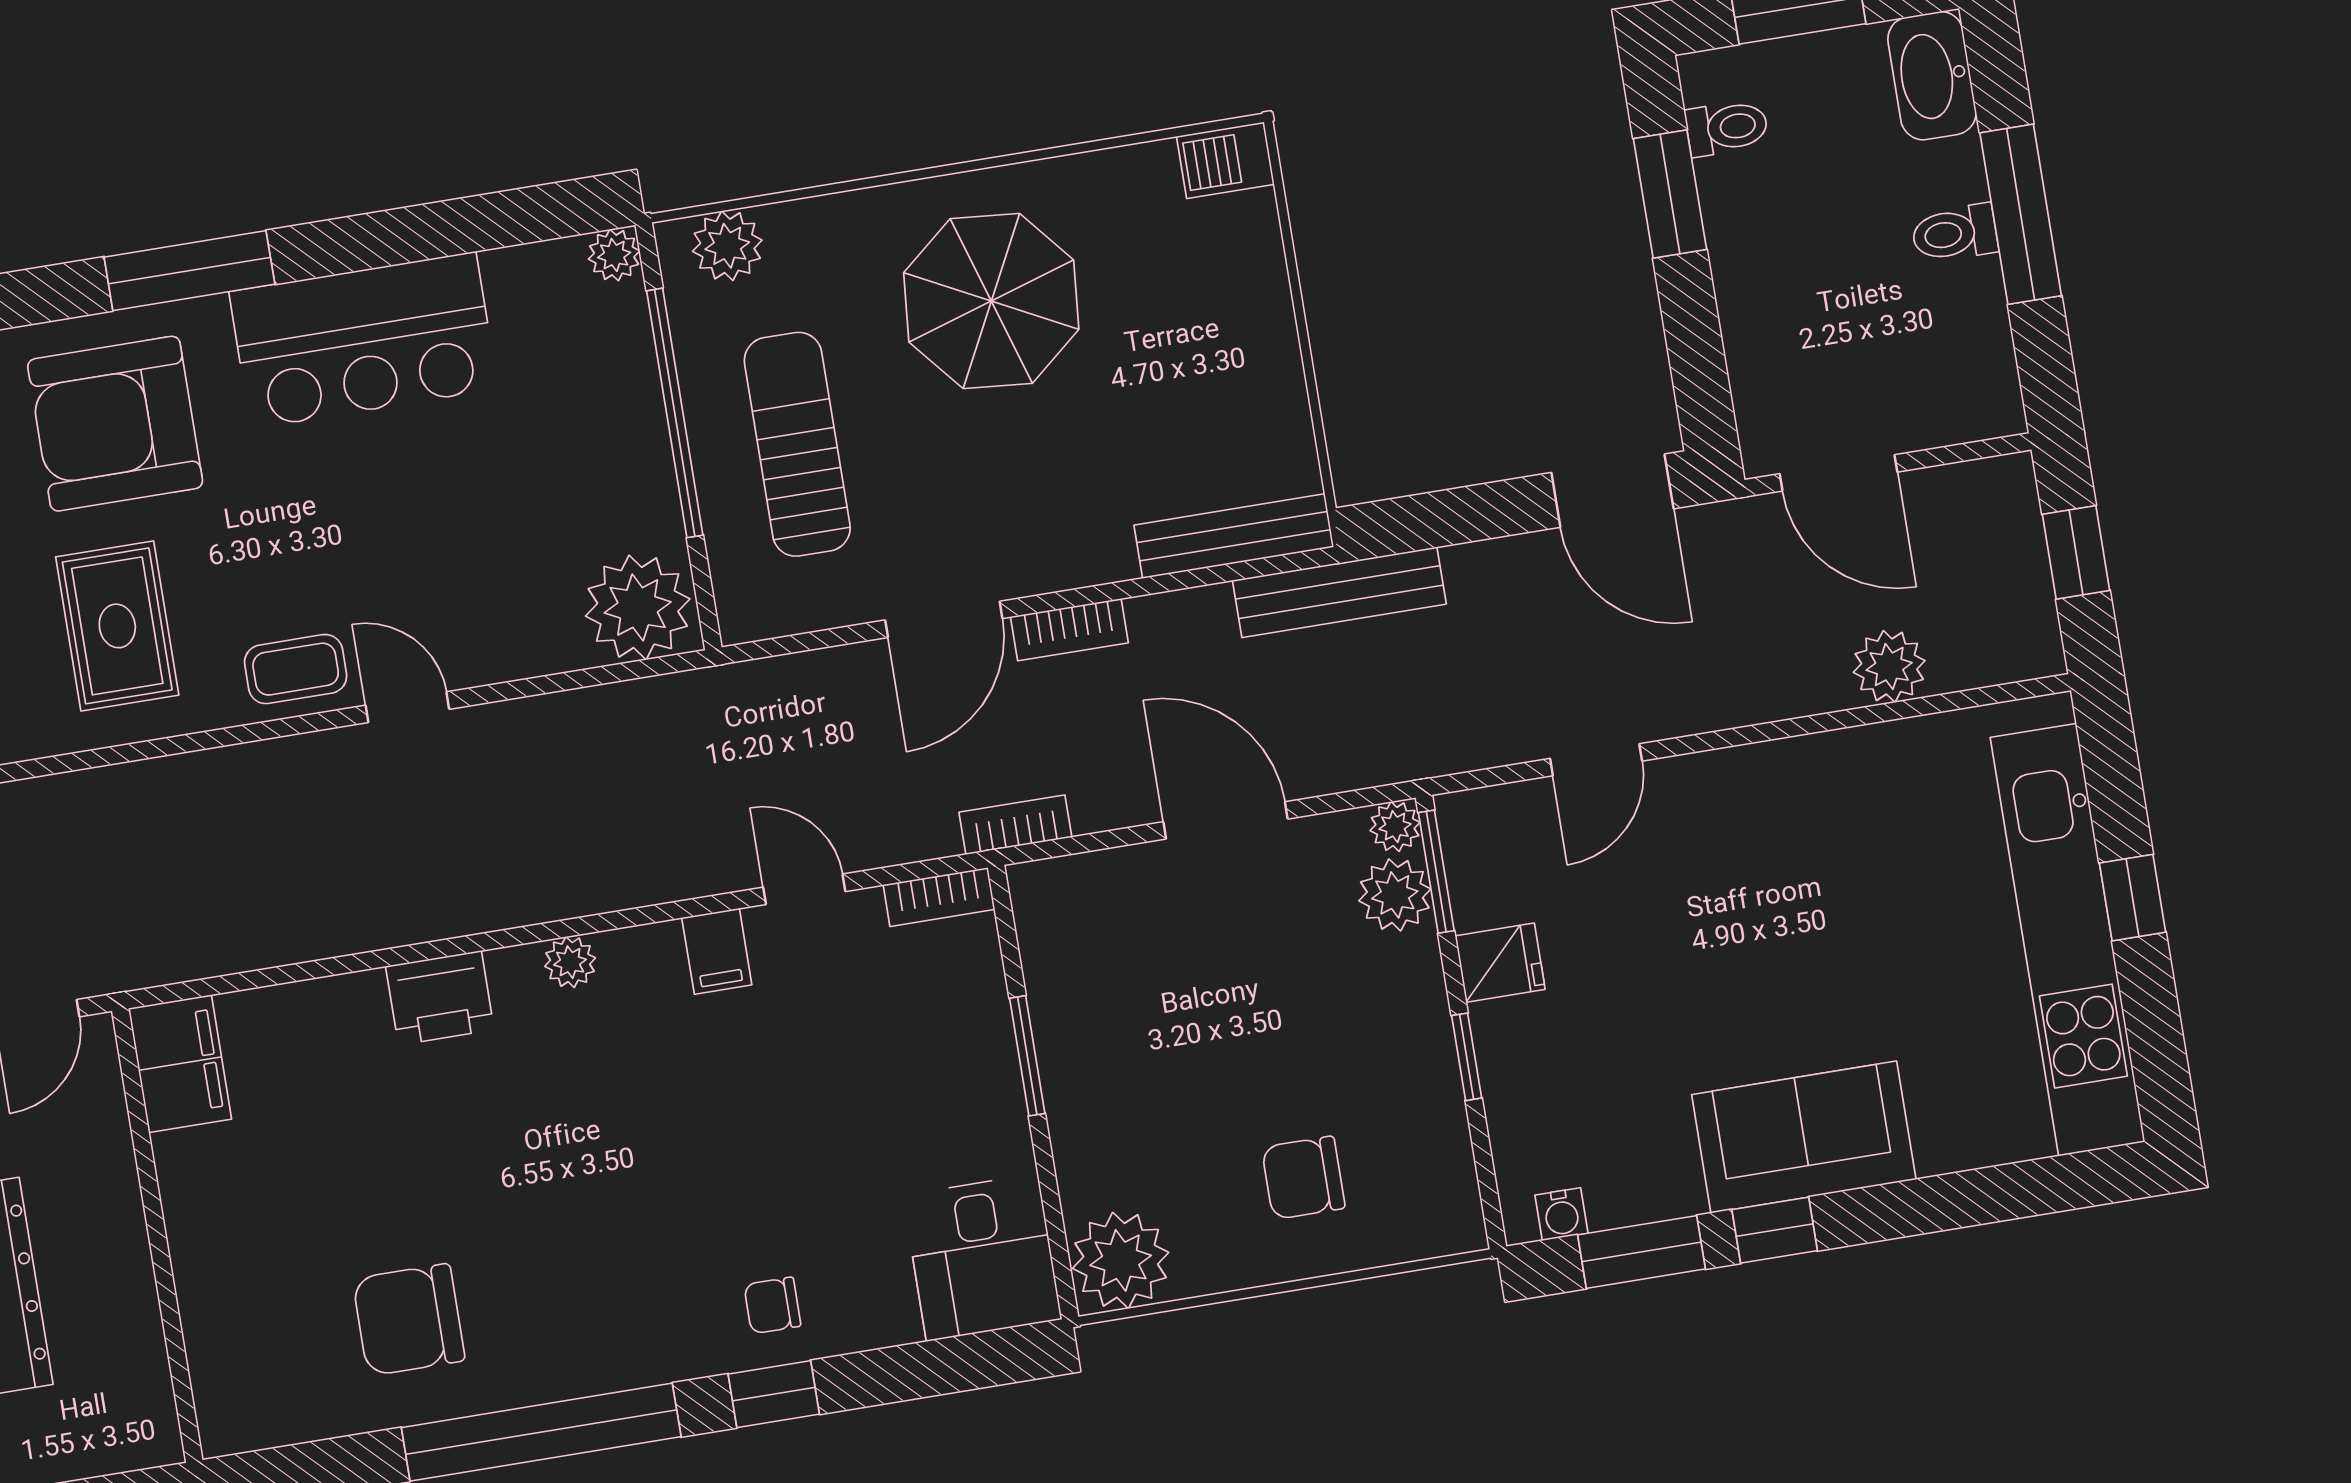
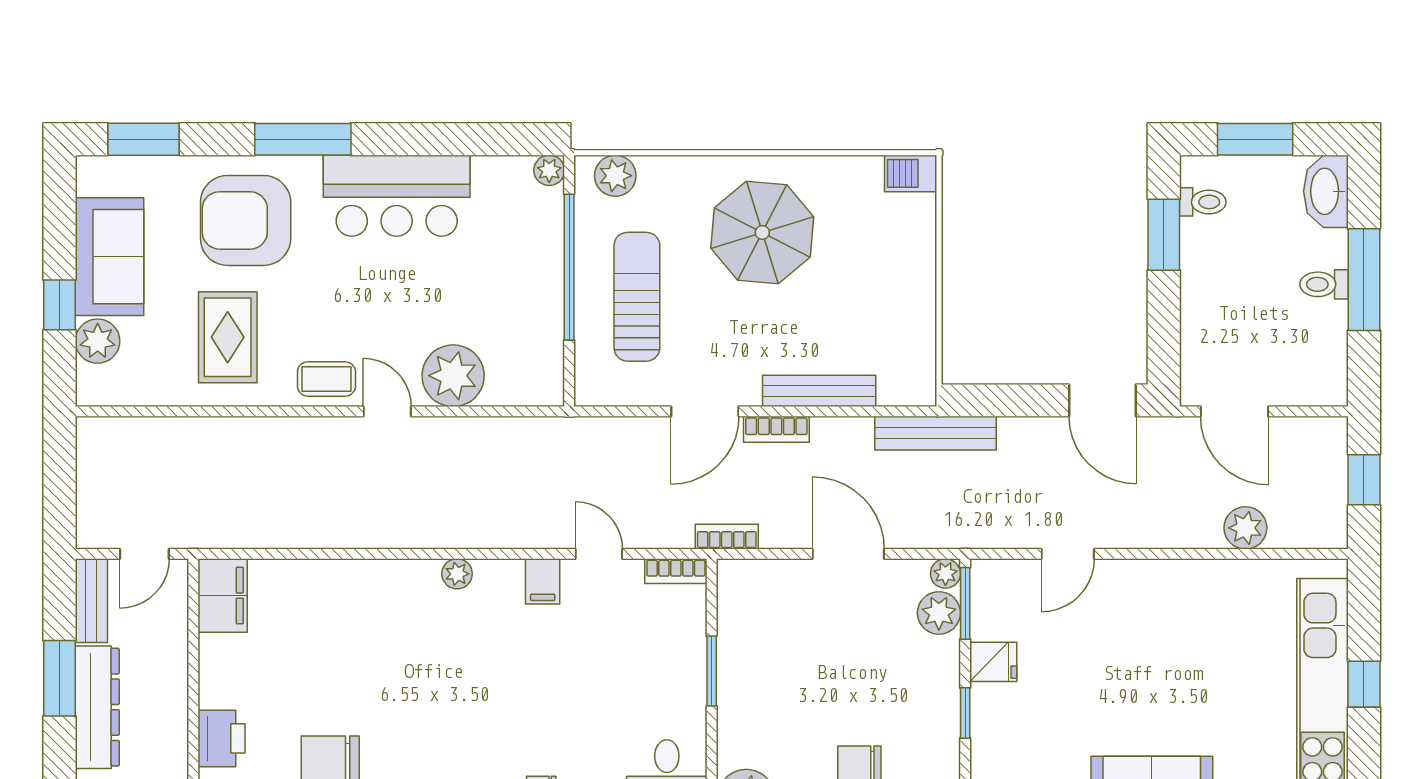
bench: (1234, 536) -> (819, 391), moved
plant: (638, 607) -> (453, 376), moved
printer: (440, 998) -> (221, 738), moved, turned -90

